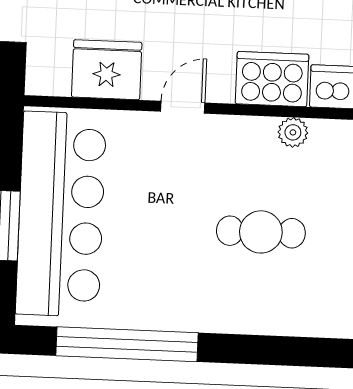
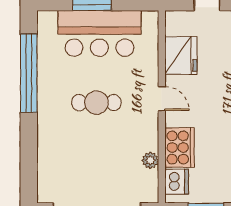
bar counter: (61, 214) -> (99, 33), width x0.73
cafe table: (261, 232) -> (96, 103), moved, turned 90

